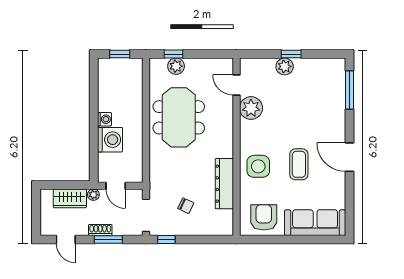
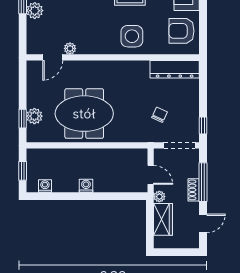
plant: (251, 108) -> (70, 48), width x0.53, depth x0.53
washing machine: (110, 140) -> (45, 186), moved, width x0.53, depth x0.53
dresser: (224, 184) -> (175, 69), moved
door: (116, 186) -> (151, 175), hinge flipped
chair: (186, 206) -> (160, 115), moved
window: (108, 239) -> (203, 182), width x1.44

